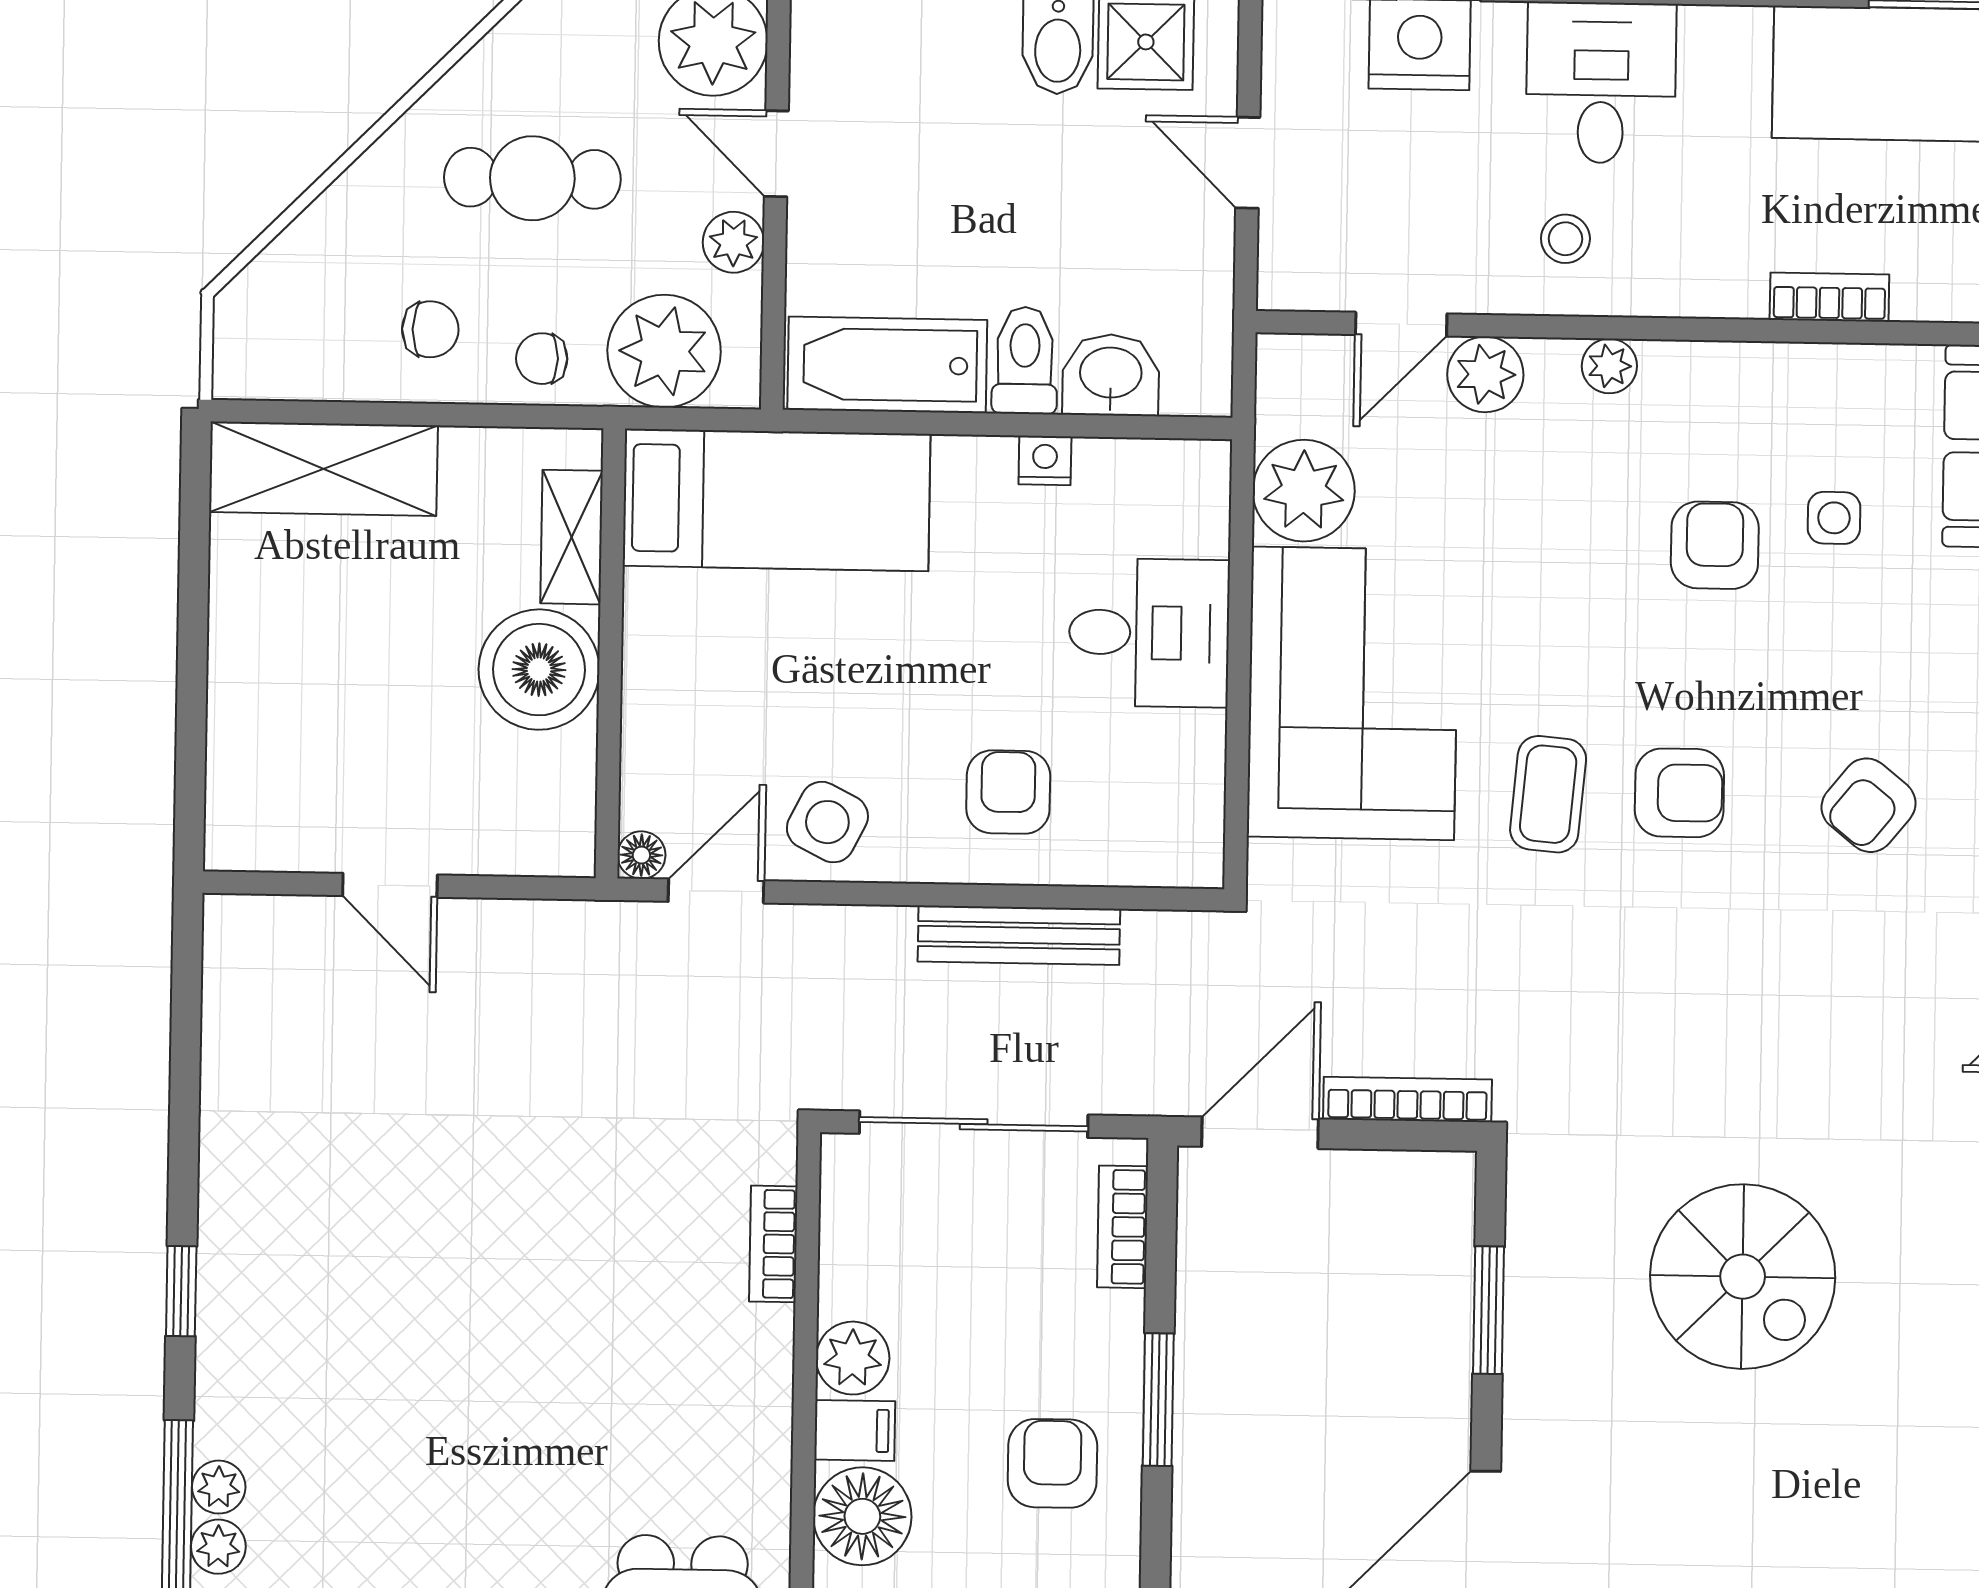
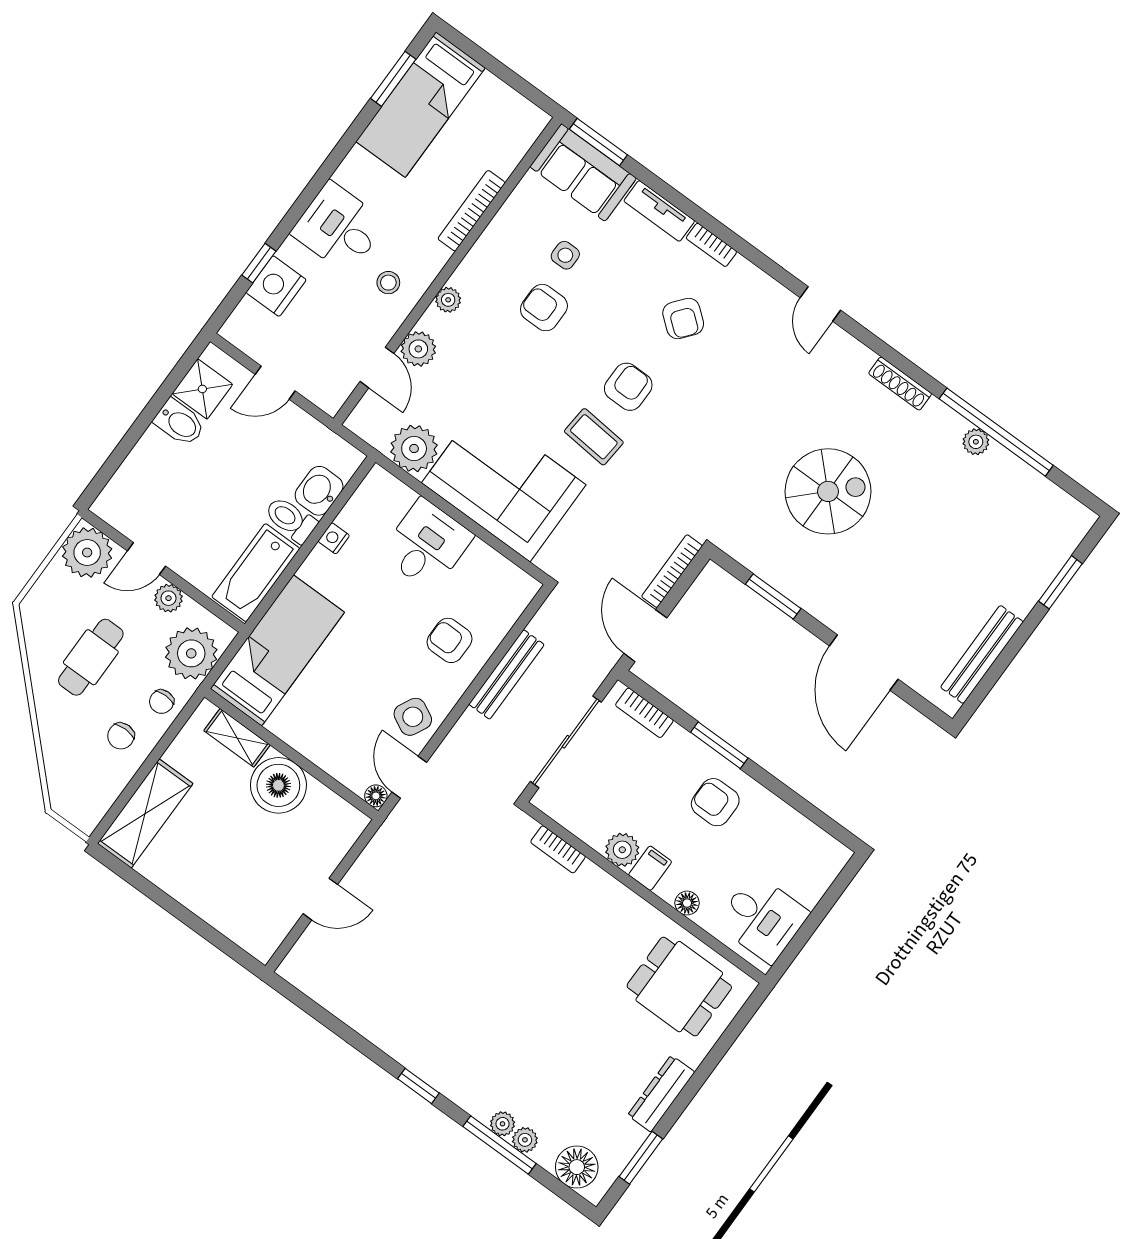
bookcase: (1829, 297) -> (472, 211), width x1.56
chair: (430, 329) -> (121, 736), turned 180
floor lamp: (862, 1516) -> (687, 903), width x0.53, depth x0.53

